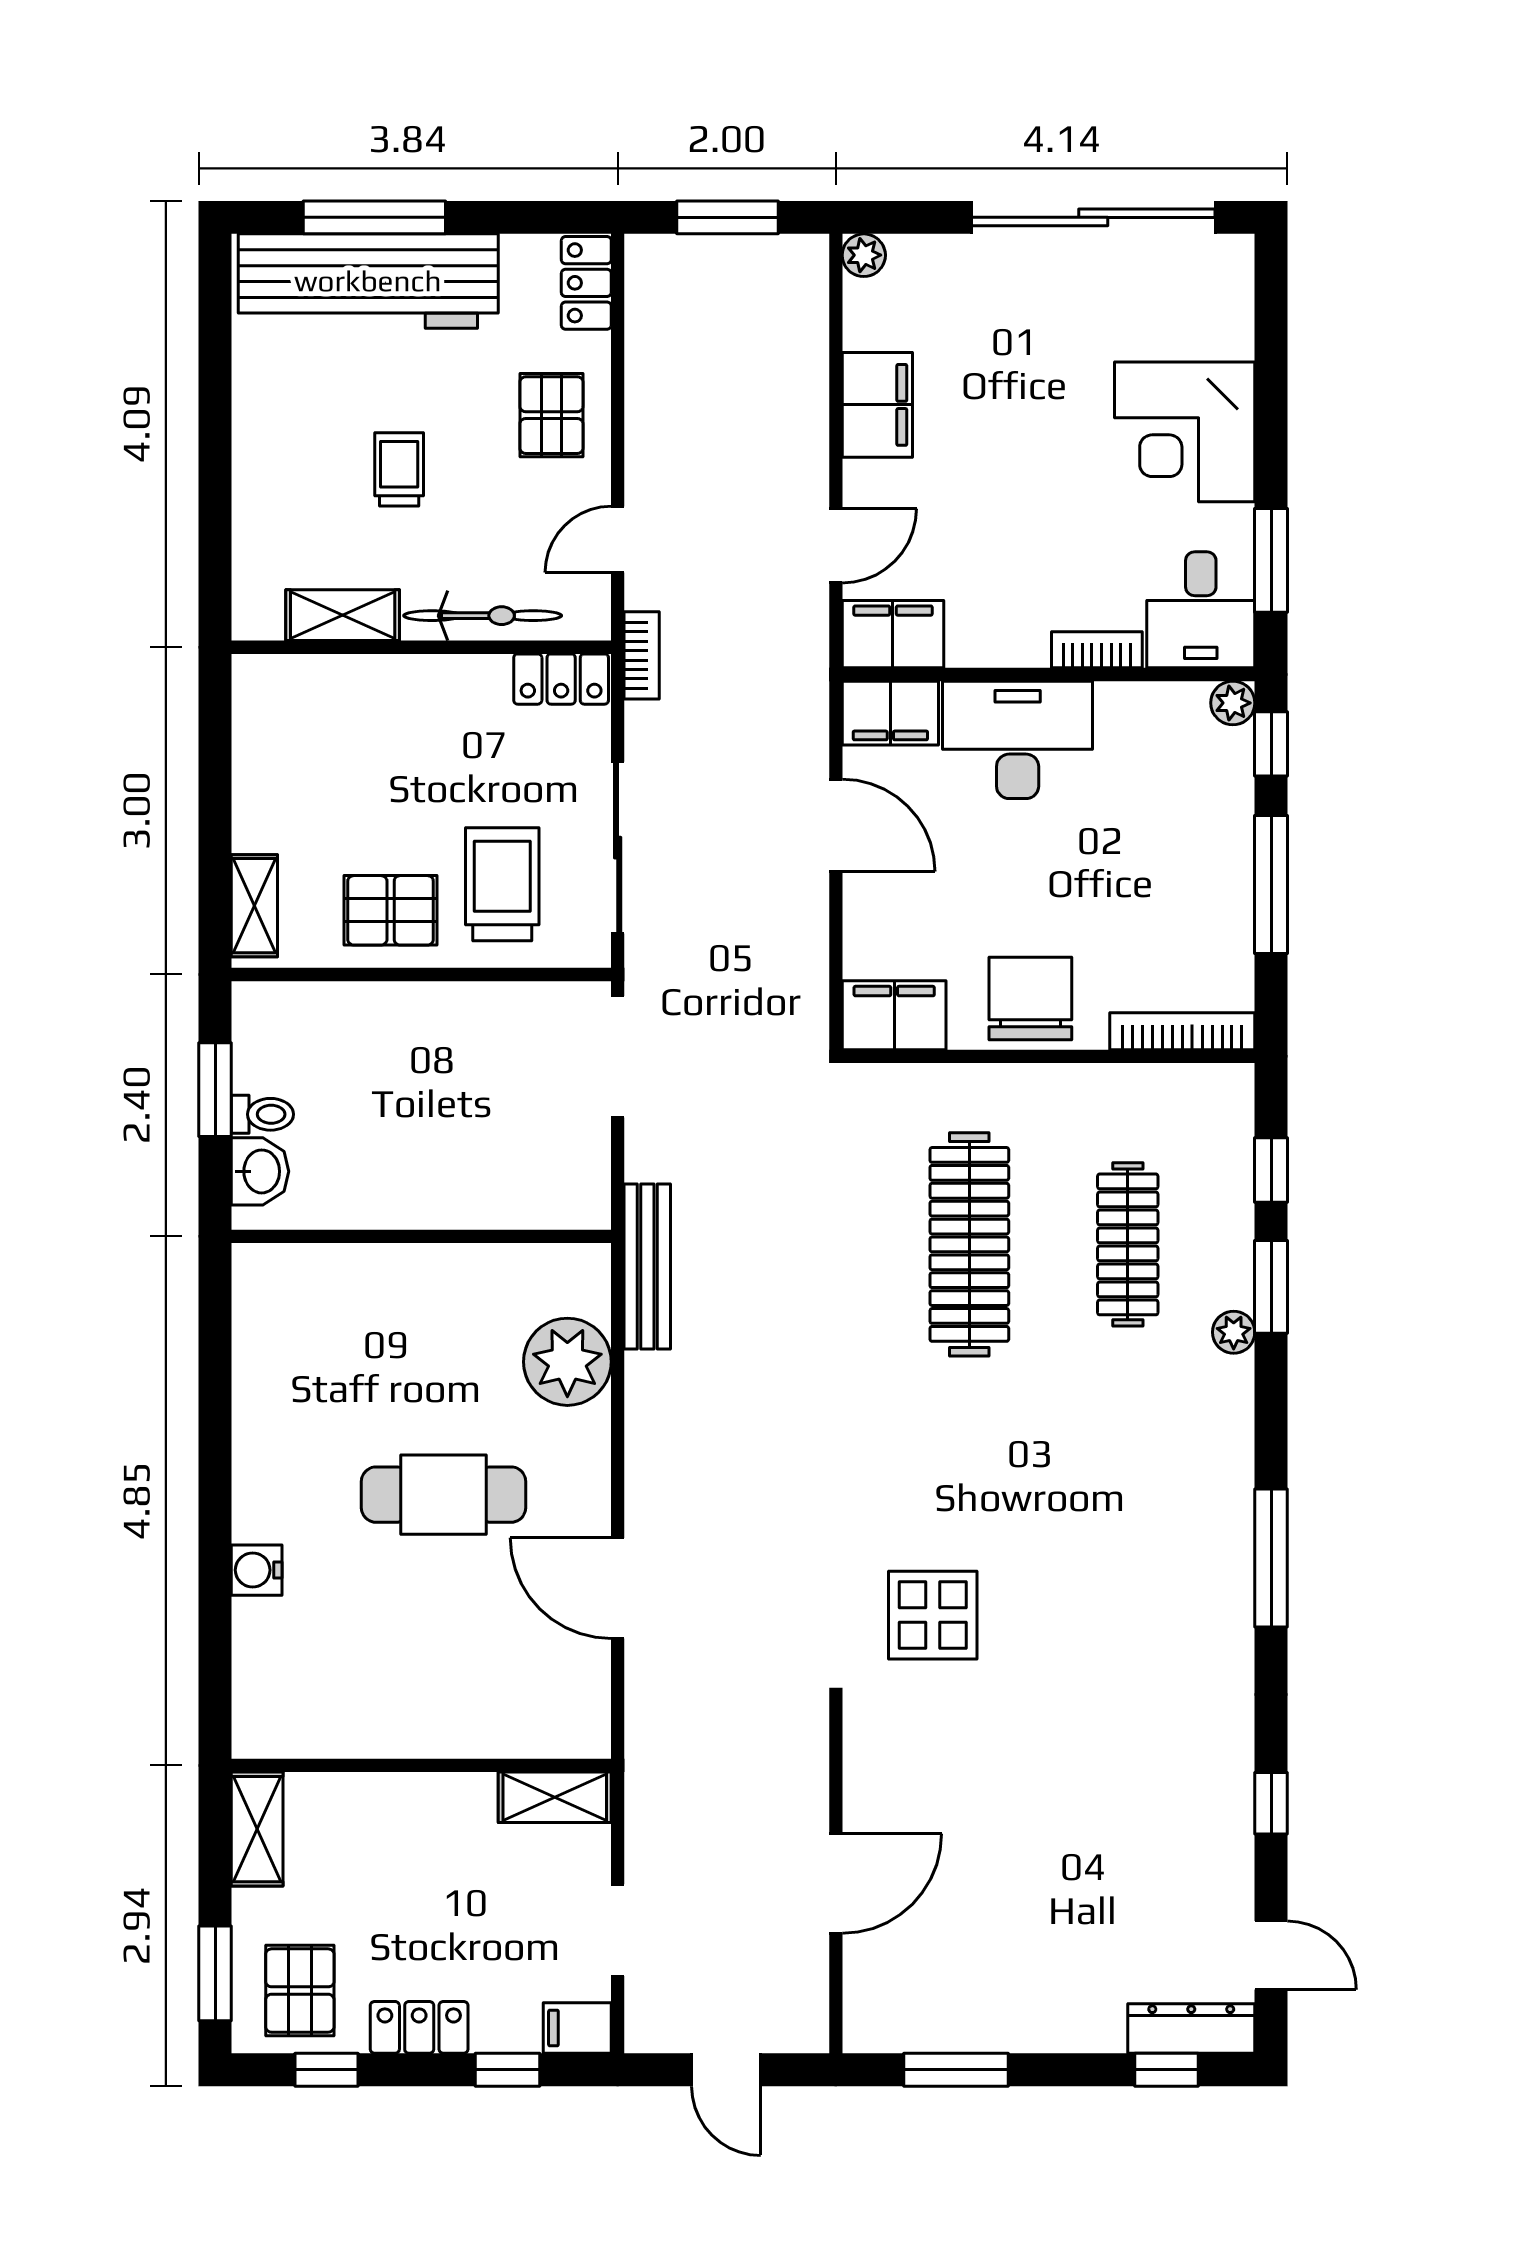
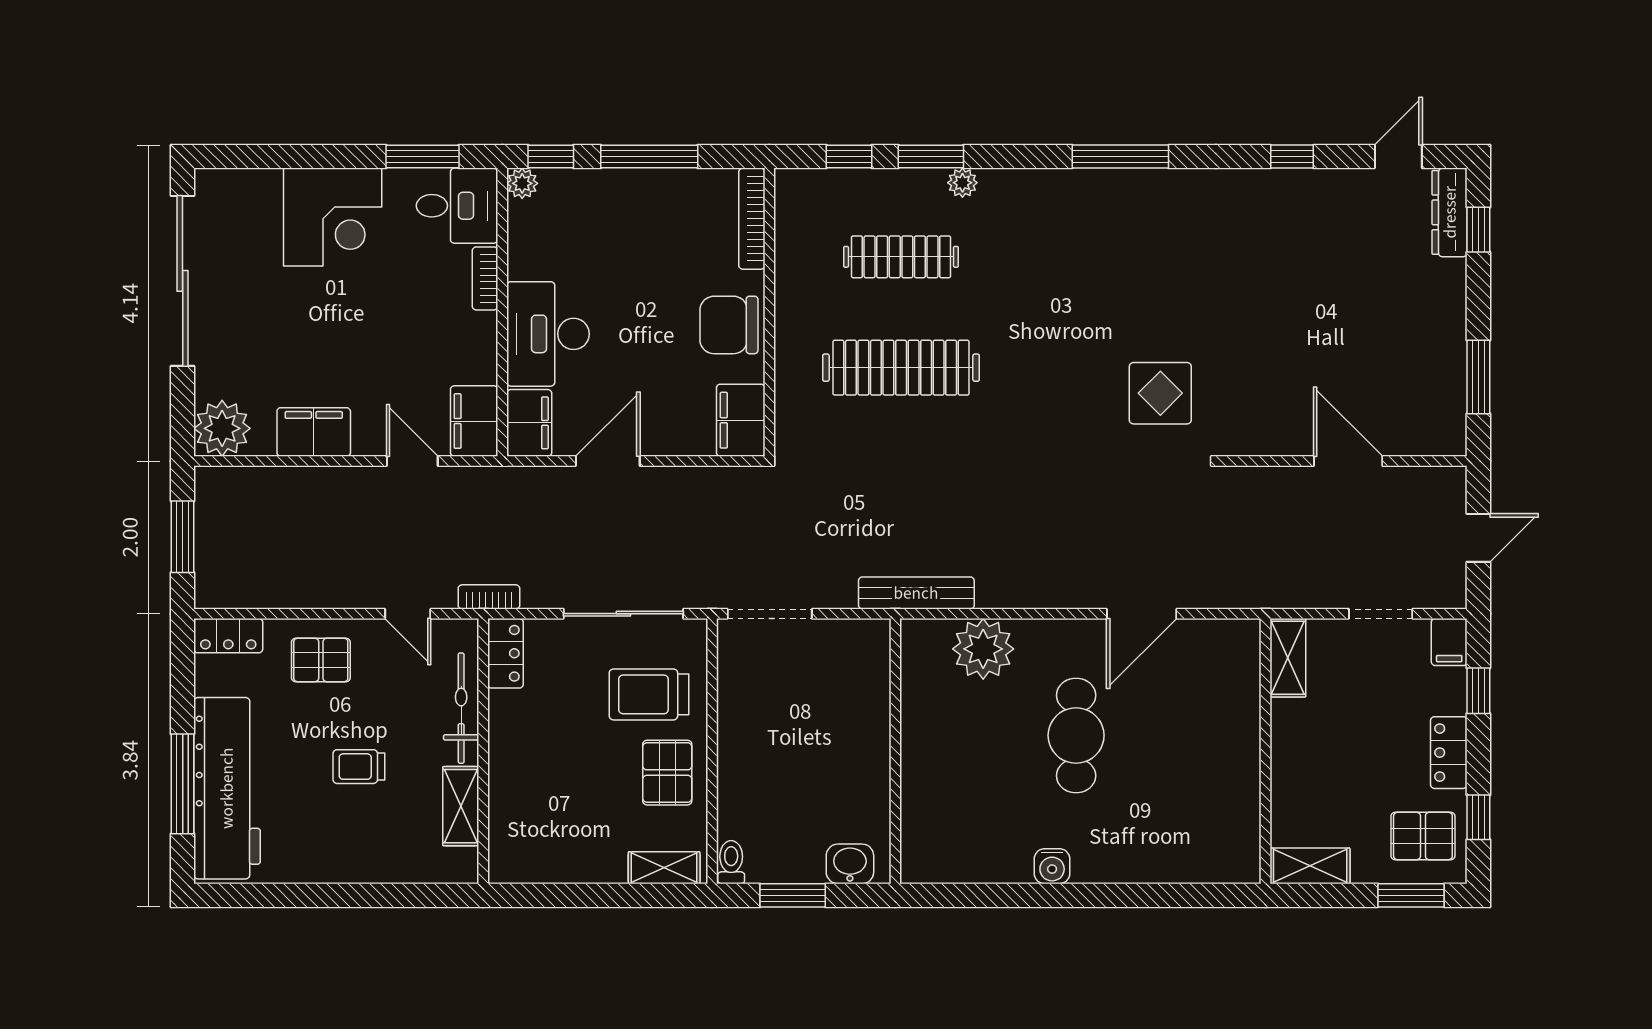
plant: (864, 255) -> (222, 428), width x1.87, depth x1.87
toilet: (262, 1114) -> (731, 862), moved
water cooler: (257, 1570) -> (1052, 866), moved

